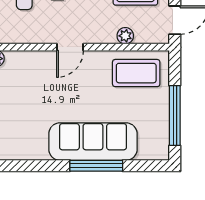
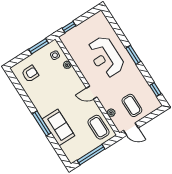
sofa: (93, 142) -> (58, 127), width x0.73
window: (96, 166) -> (42, 123), moved

